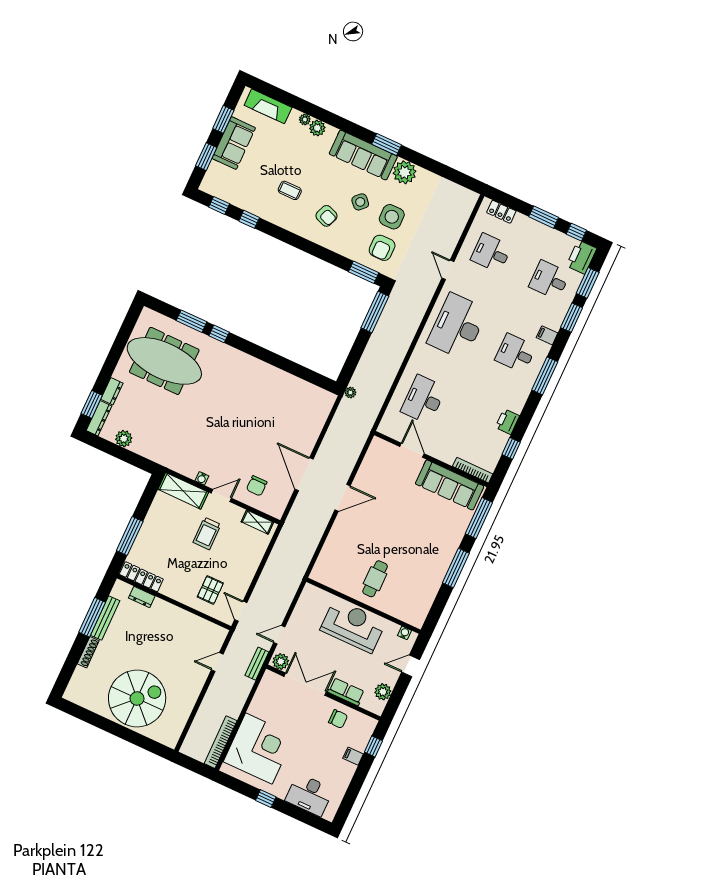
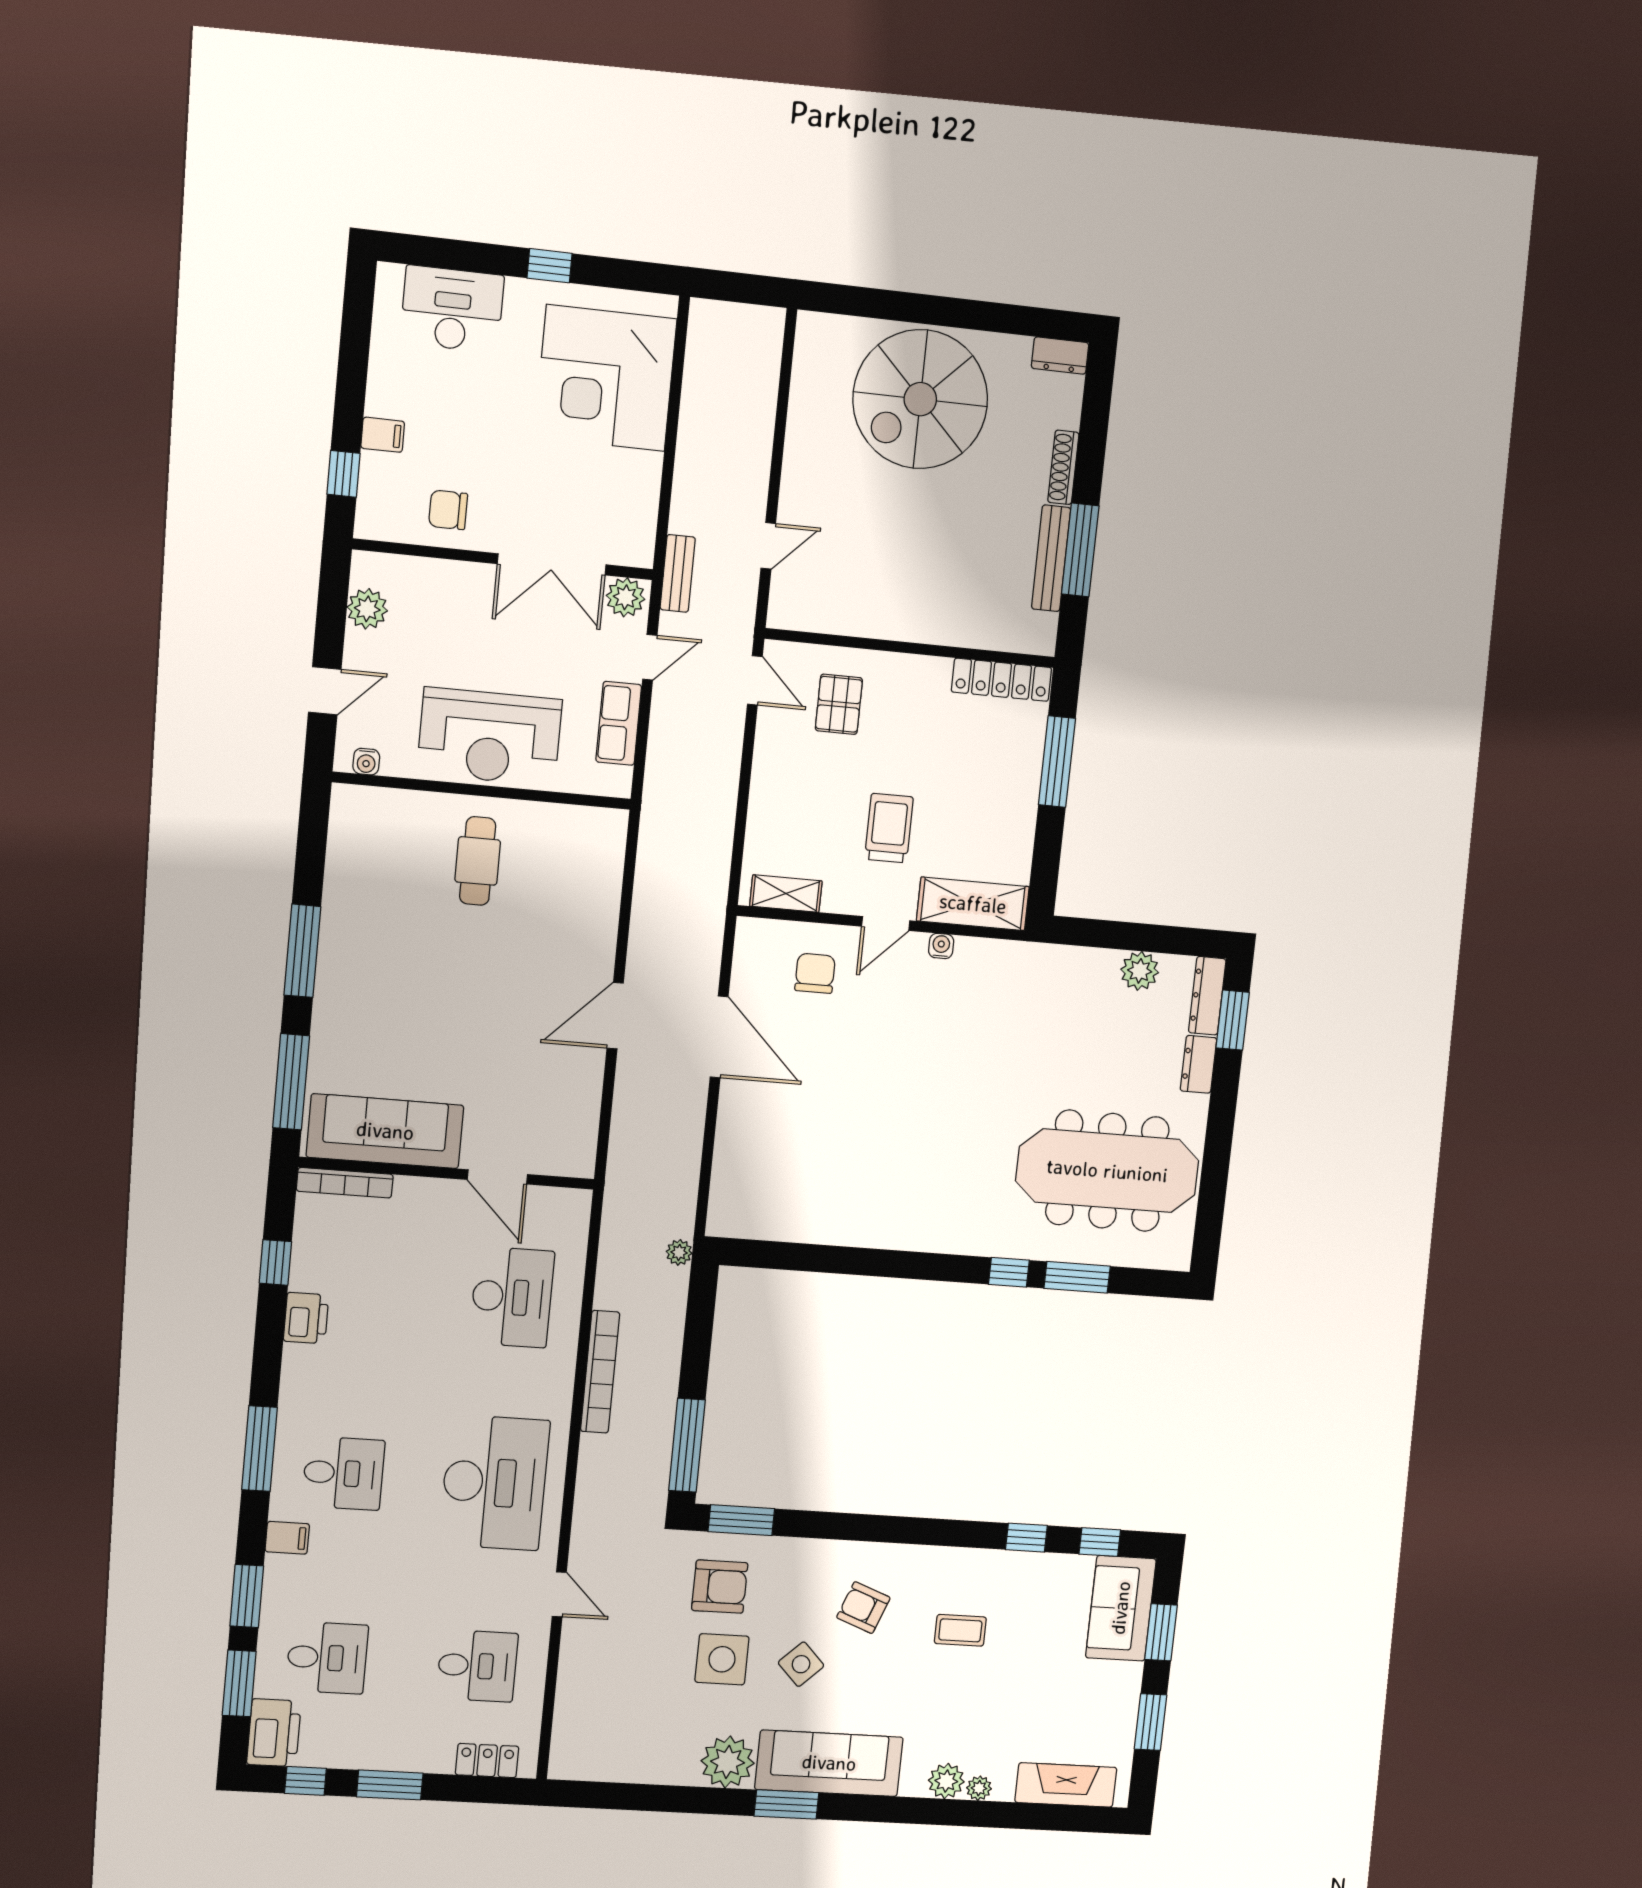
sofa: (234, 143) -> (1121, 1608), moved
armchair: (382, 248) -> (720, 1587), turned 90
dresser: (142, 597) -> (1060, 356), moved, turned 180
row of seats: (346, 692) -> (619, 723), moved, turned 90
bookcase: (221, 742) -> (600, 1372), moved

